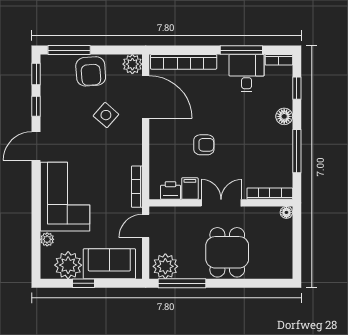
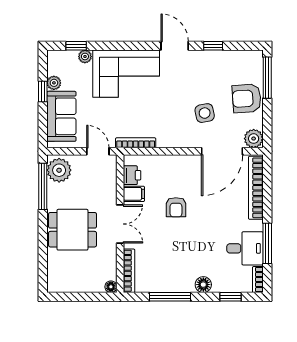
window: (36, 74) -> (76, 46), moved
side table: (106, 115) -> (205, 113), turned 38
plant: (68, 265) -> (54, 83), width x0.53, depth x0.53

